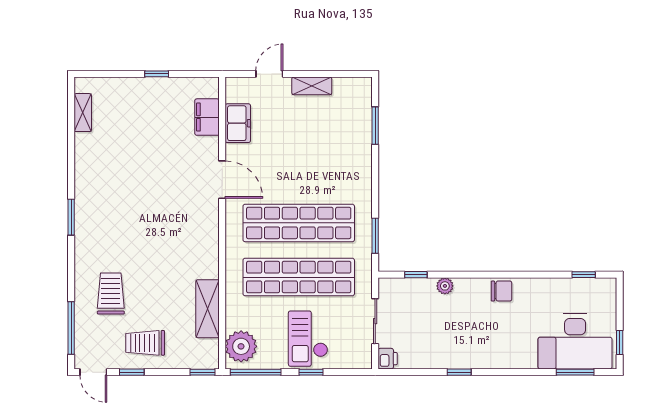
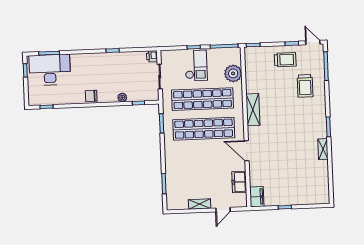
shelving: (83, 113) -> (323, 149), moved
filing cabinet: (207, 117) -> (257, 197), moved
shelving: (208, 309) -> (253, 110), moved
plant: (241, 346) -> (233, 73), moved

